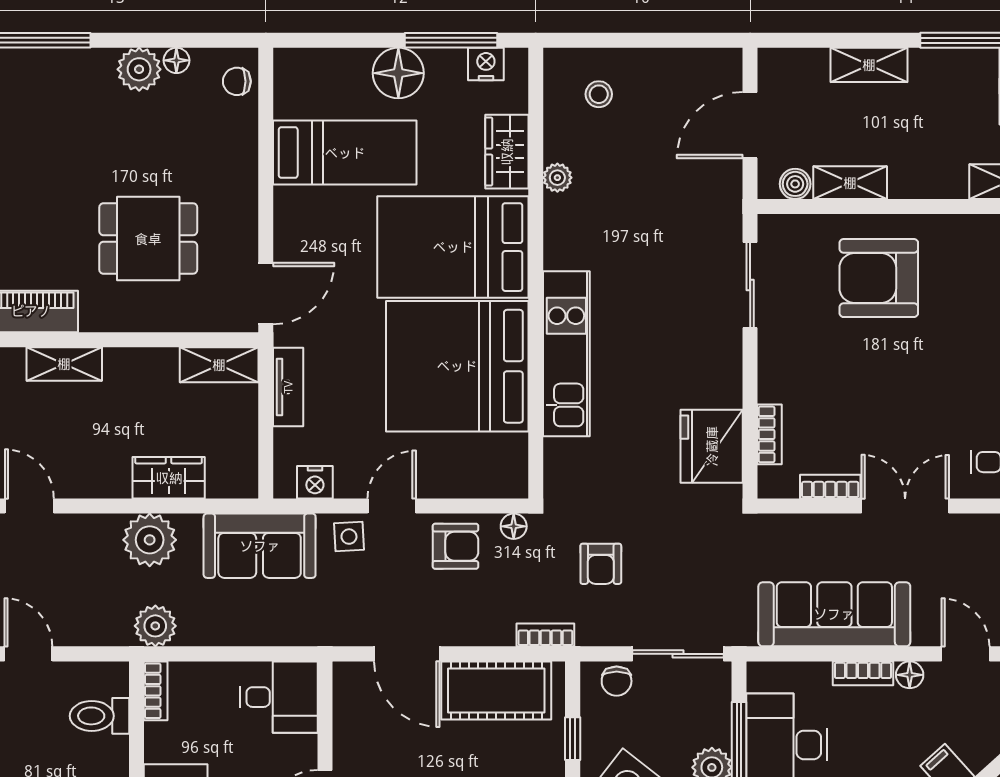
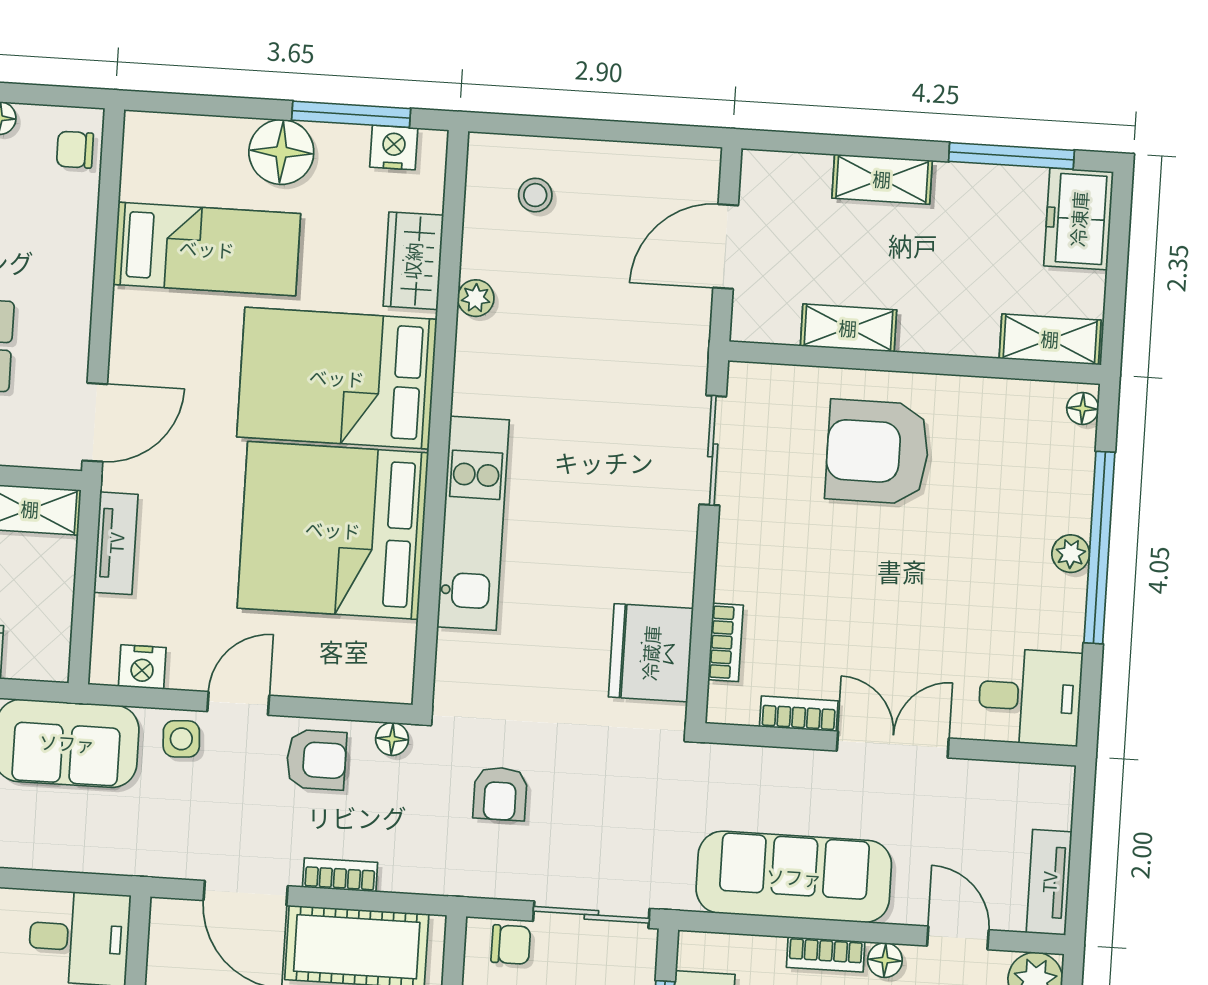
boiler: (795, 184) -> (778, 325), removed
bookcase: (545, 635) -> (340, 875), moved
chair: (617, 681) -> (511, 945), turned -90

